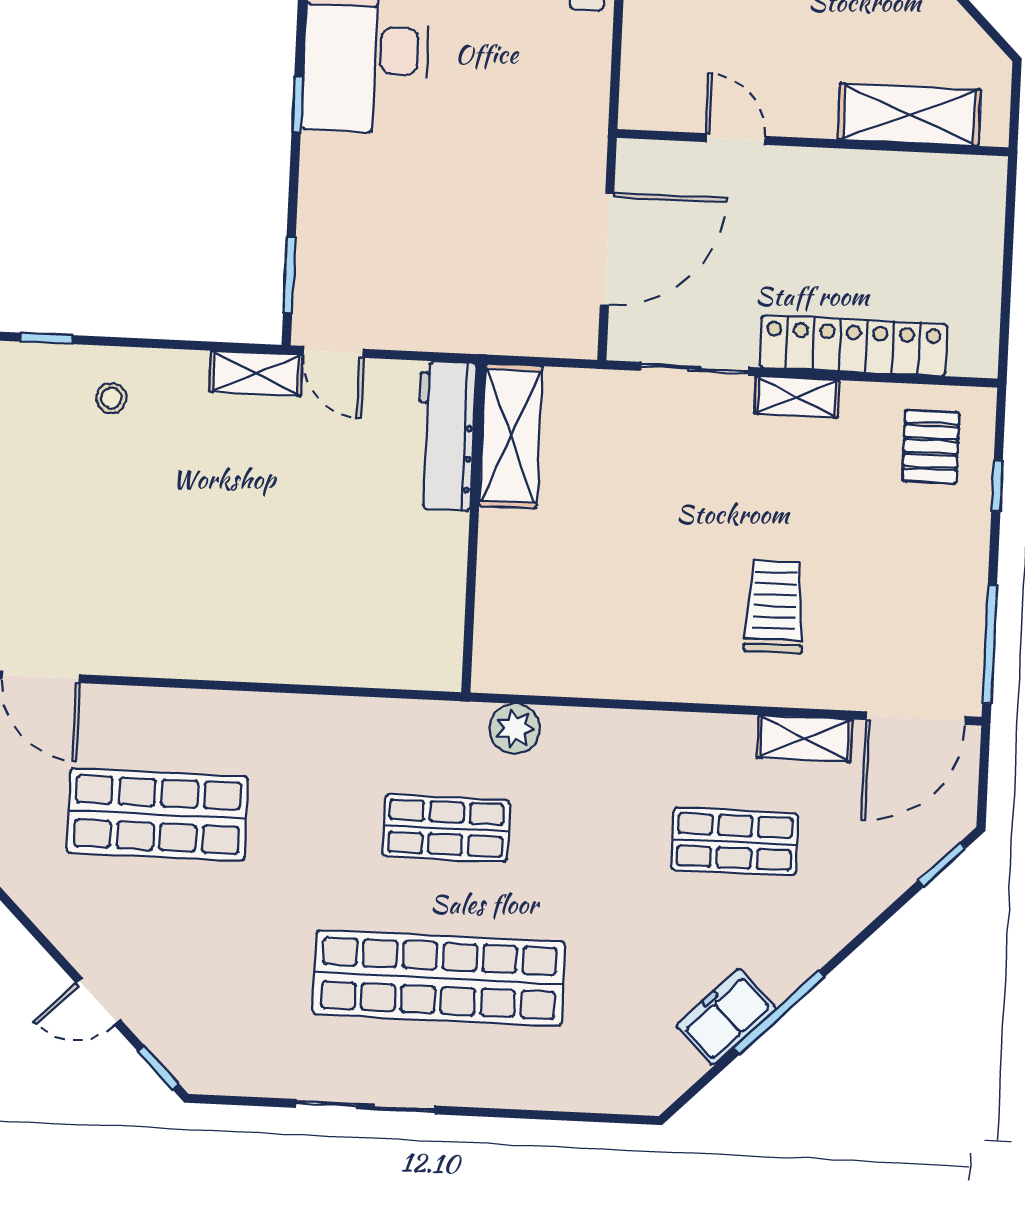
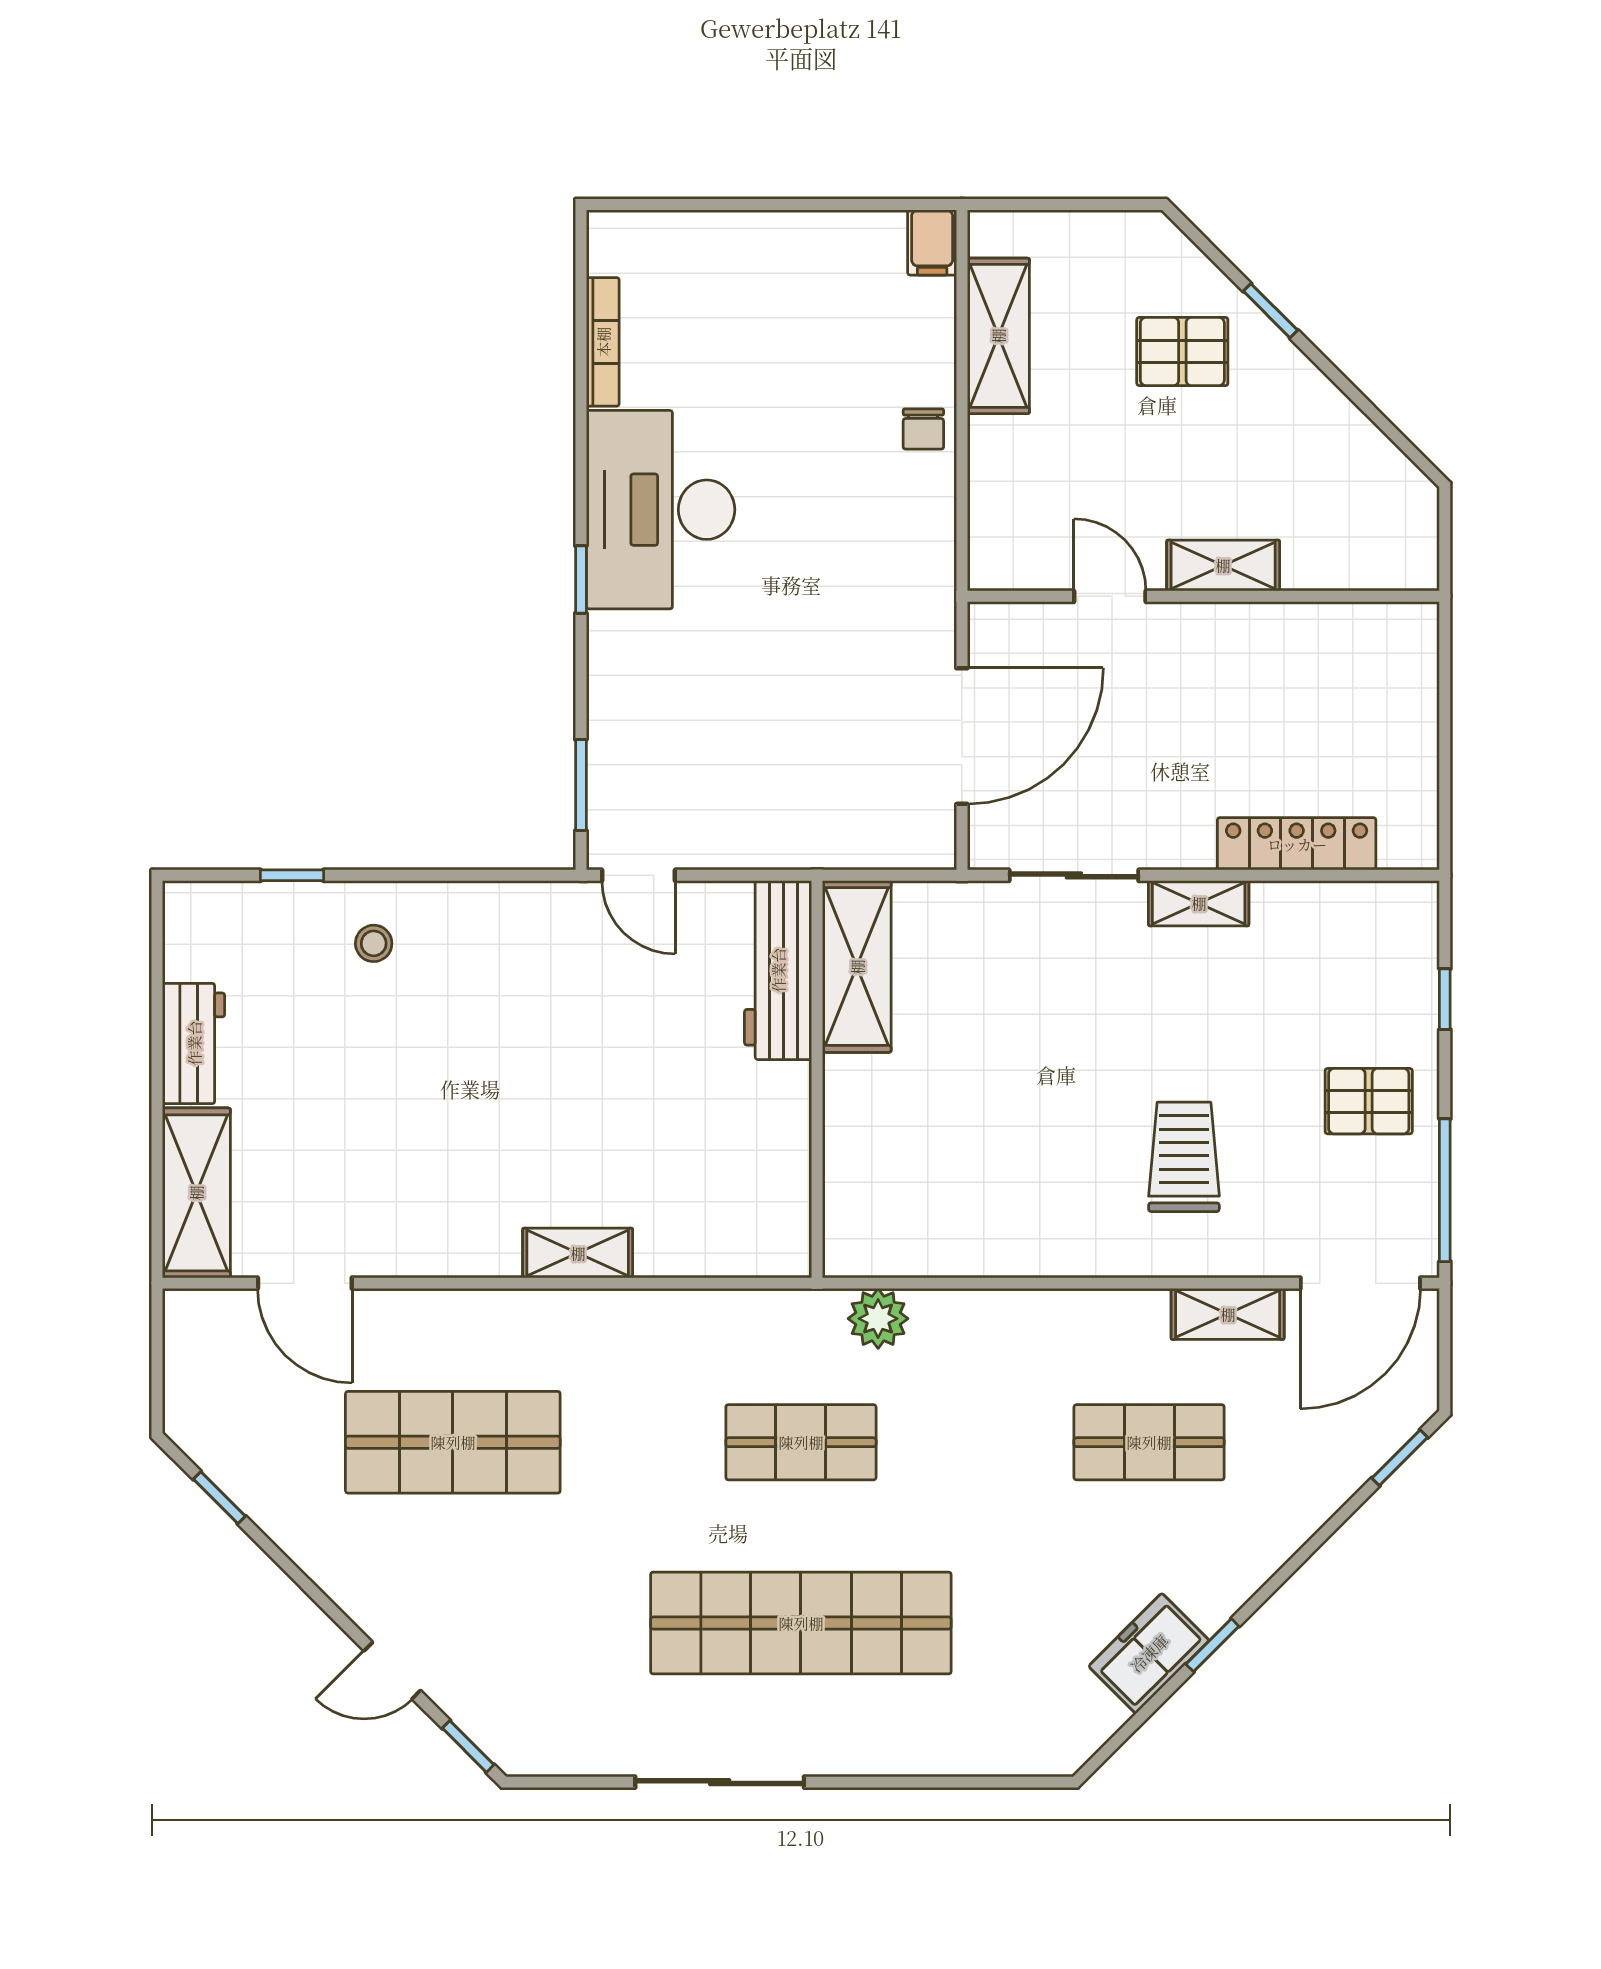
shelving: (909, 115) -> (1223, 565), moved, width x0.67, depth x0.75
locker: (853, 346) -> (1297, 844), width x0.71, depth x0.83
shelving: (256, 373) -> (578, 1253), moved
pallet: (931, 447) -> (1369, 1101), moved, turned 90
window: (779, 1012) -> (1212, 1645), width x0.46

